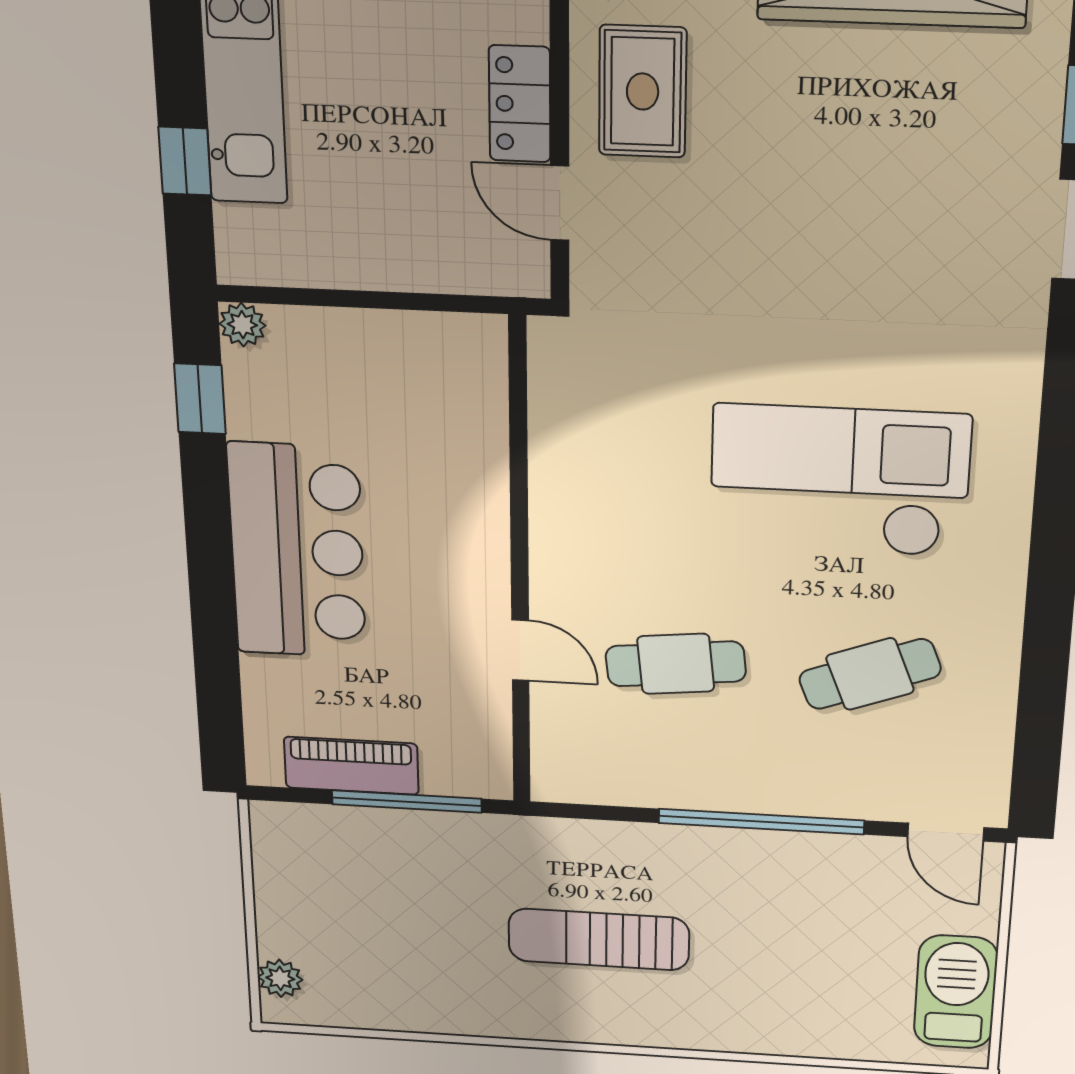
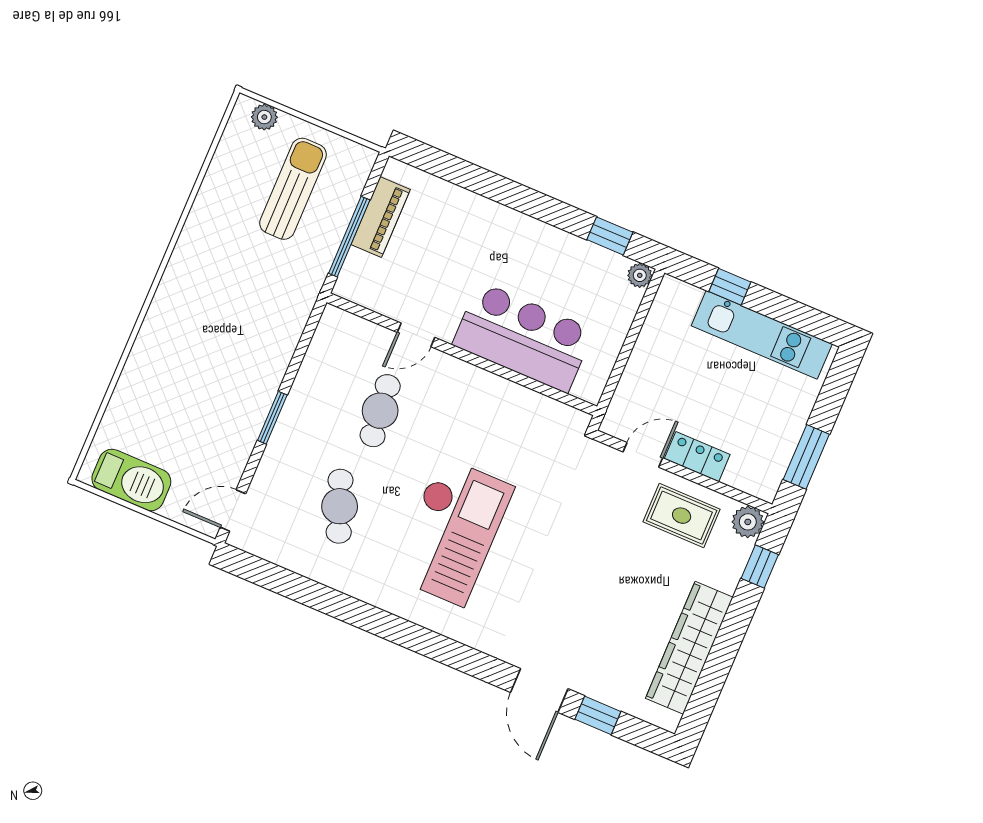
bar counter: (297, 551) -> (523, 337), moved, turned 180
window: (761, 822) -> (272, 418), width x0.47
sun lounger: (599, 939) -> (293, 189), moved

